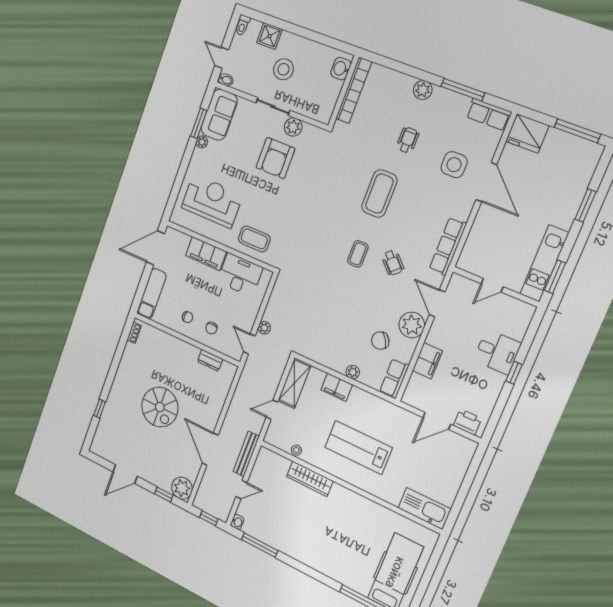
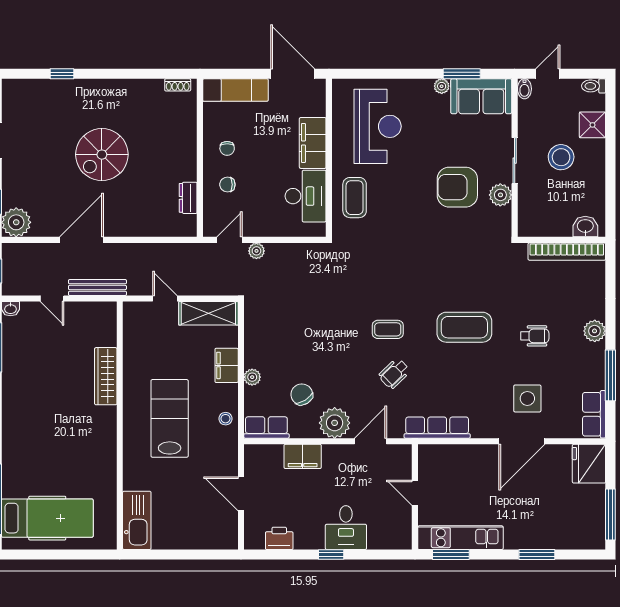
printer: (467, 422) -> (279, 538), moved, turned -90
stool: (296, 450) -> (226, 419), moved

